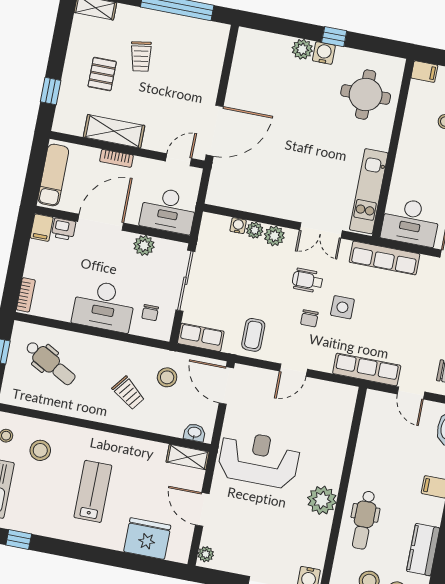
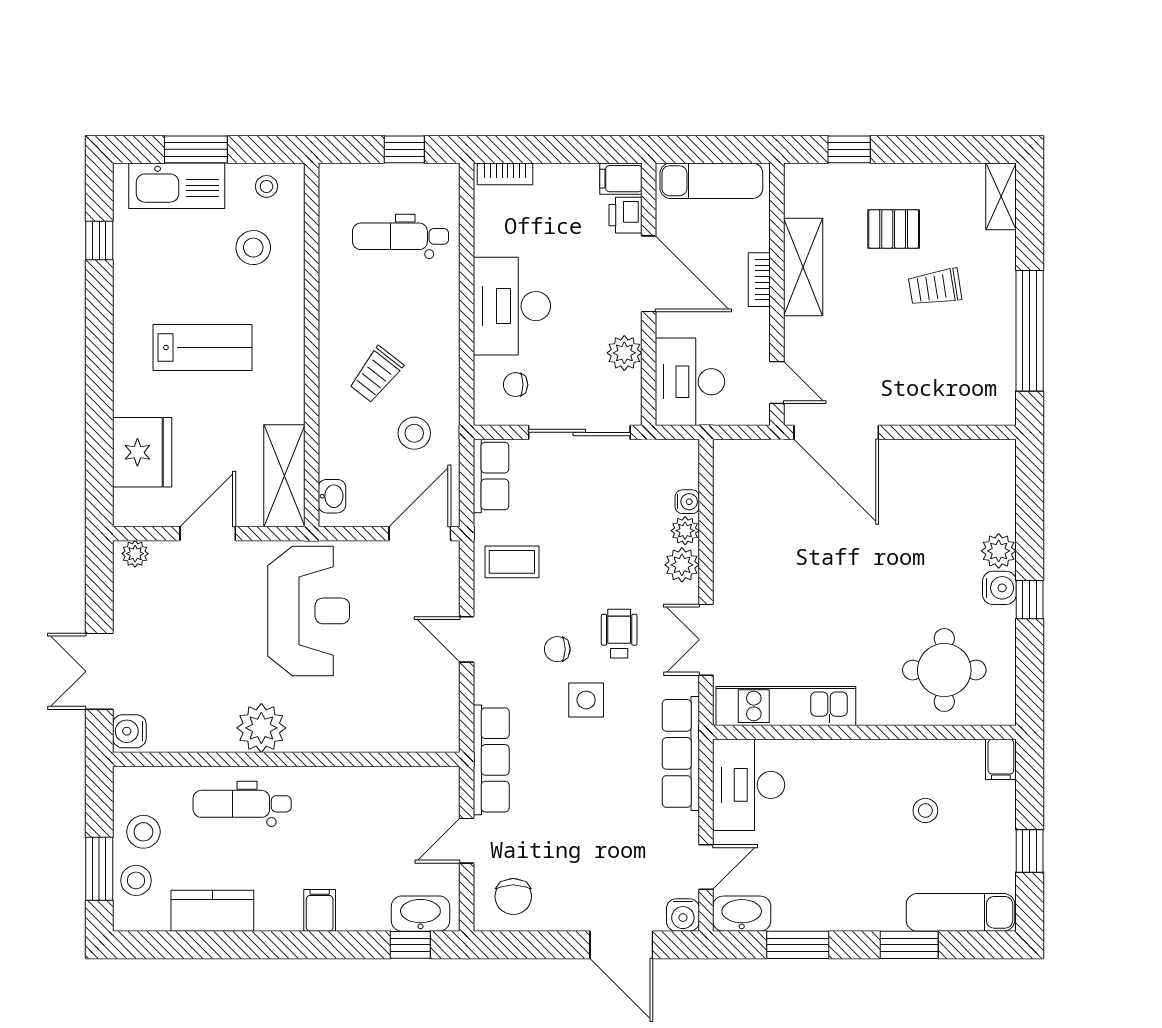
dental chair: (50, 363) -> (401, 236), turned 61
shelving: (188, 457) -> (284, 476), width x1.50, depth x1.33

